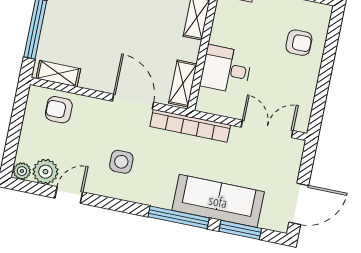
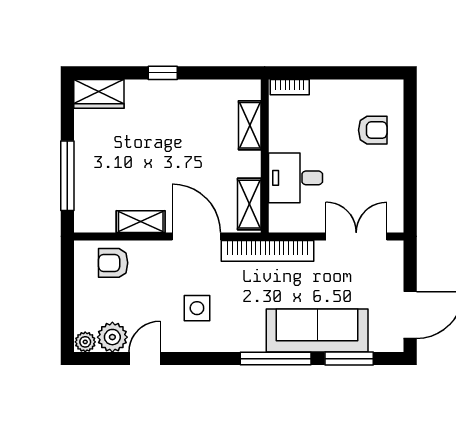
shelving: (58, 74) -> (141, 222), moved

